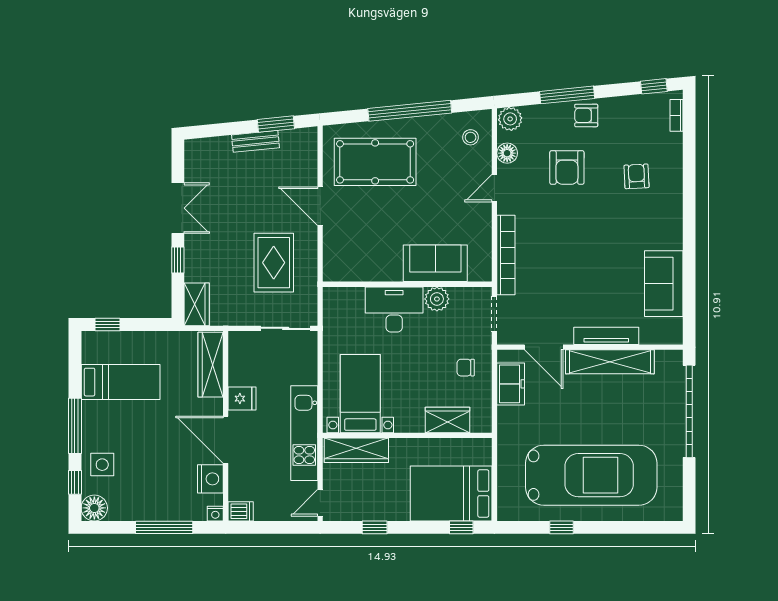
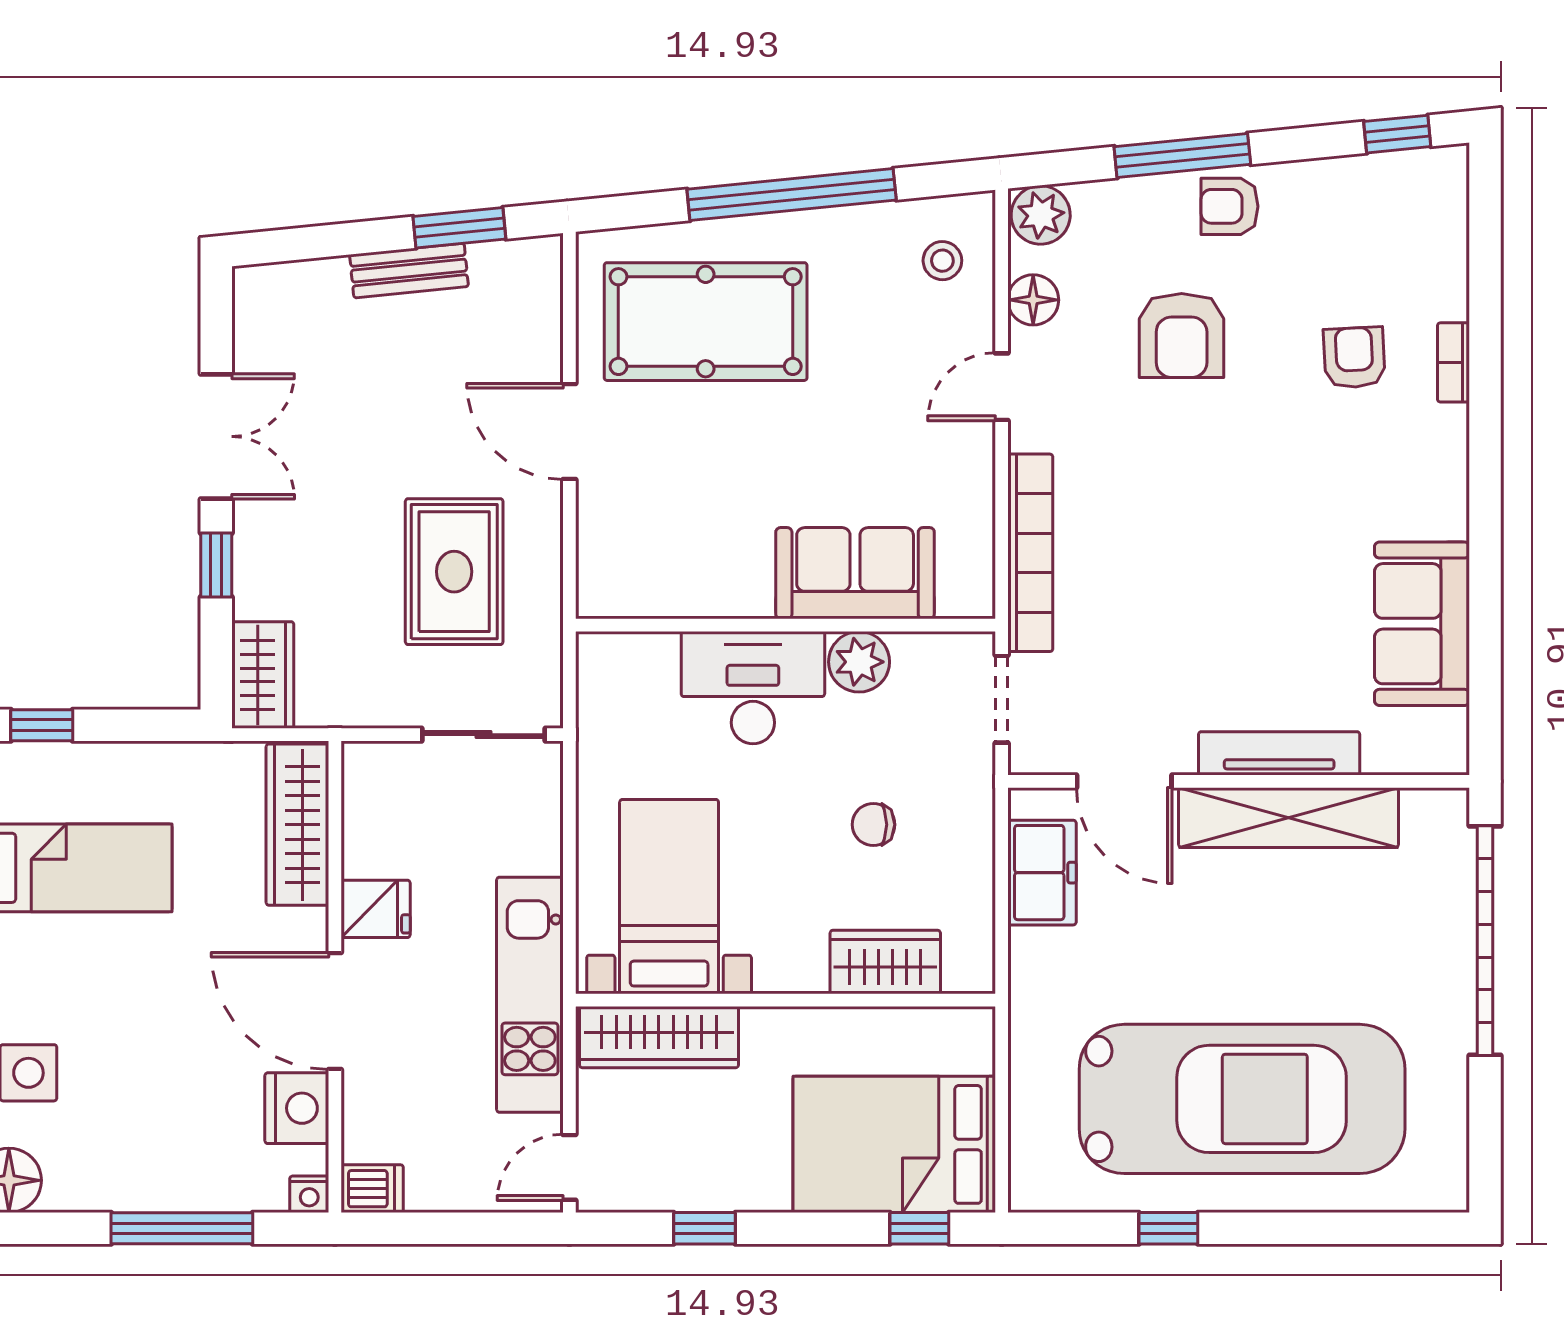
bookcase: (676, 115) -> (1453, 362), moved
chair: (466, 368) -> (873, 825), moved

